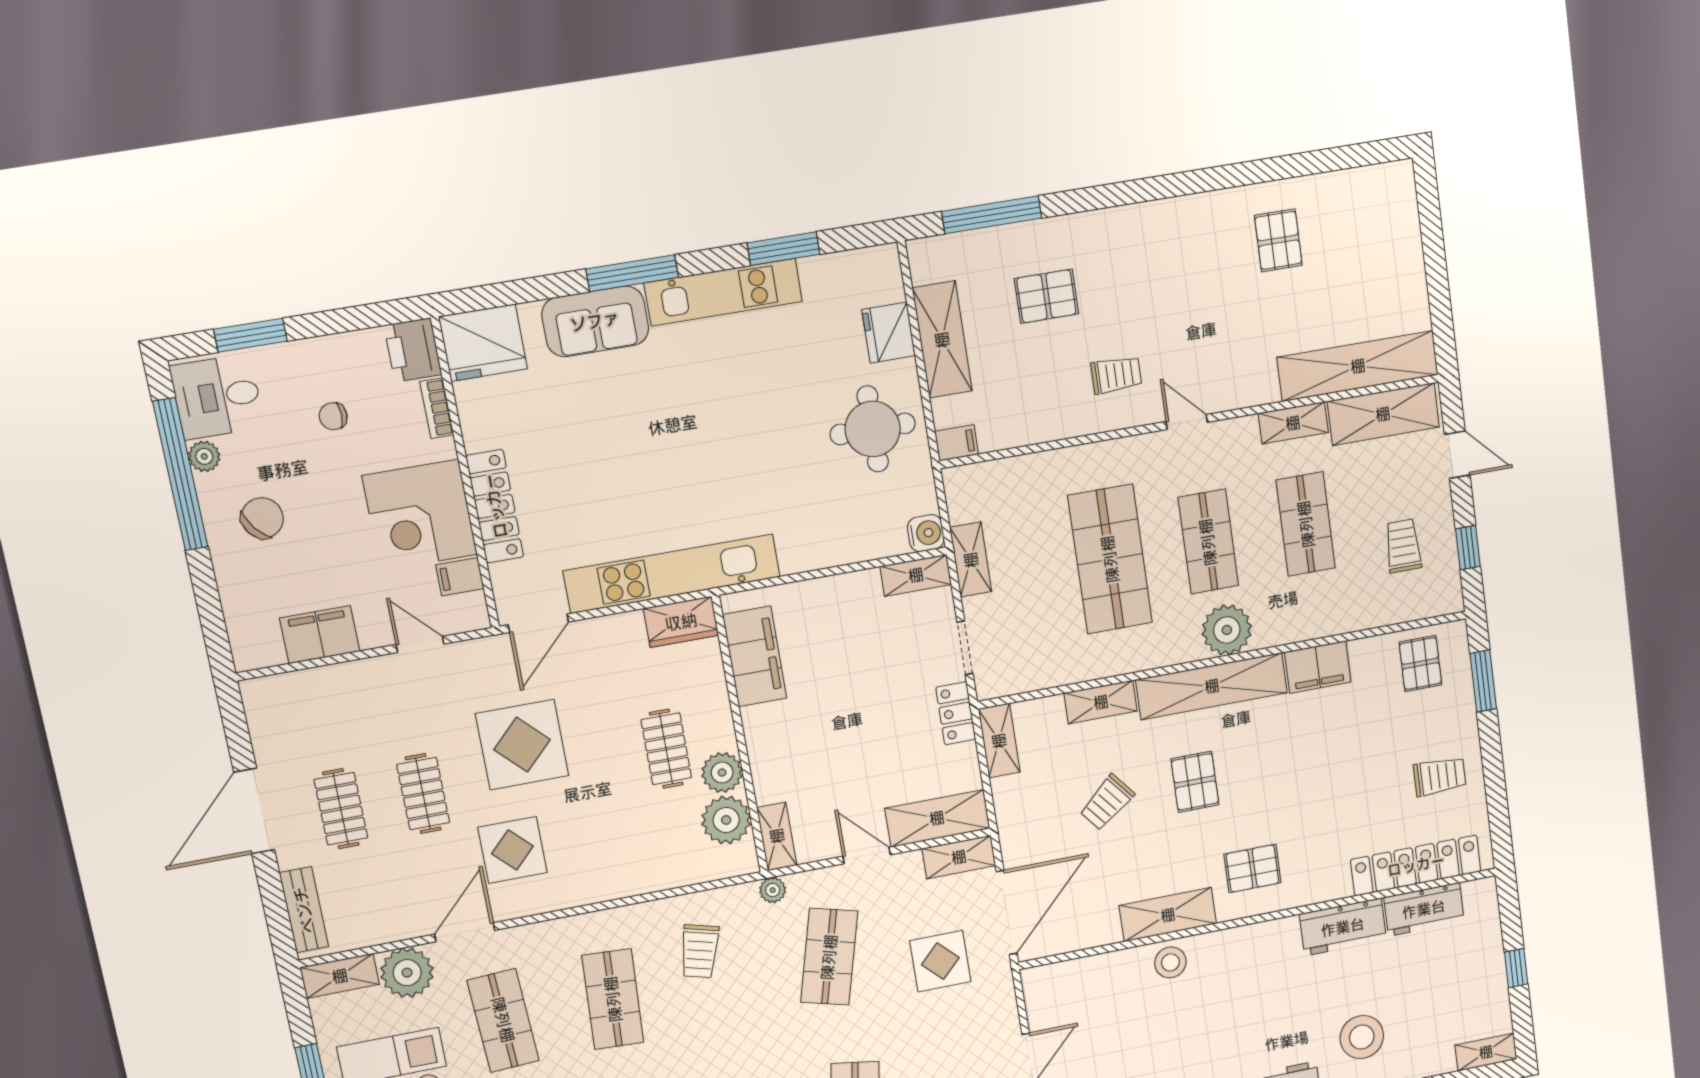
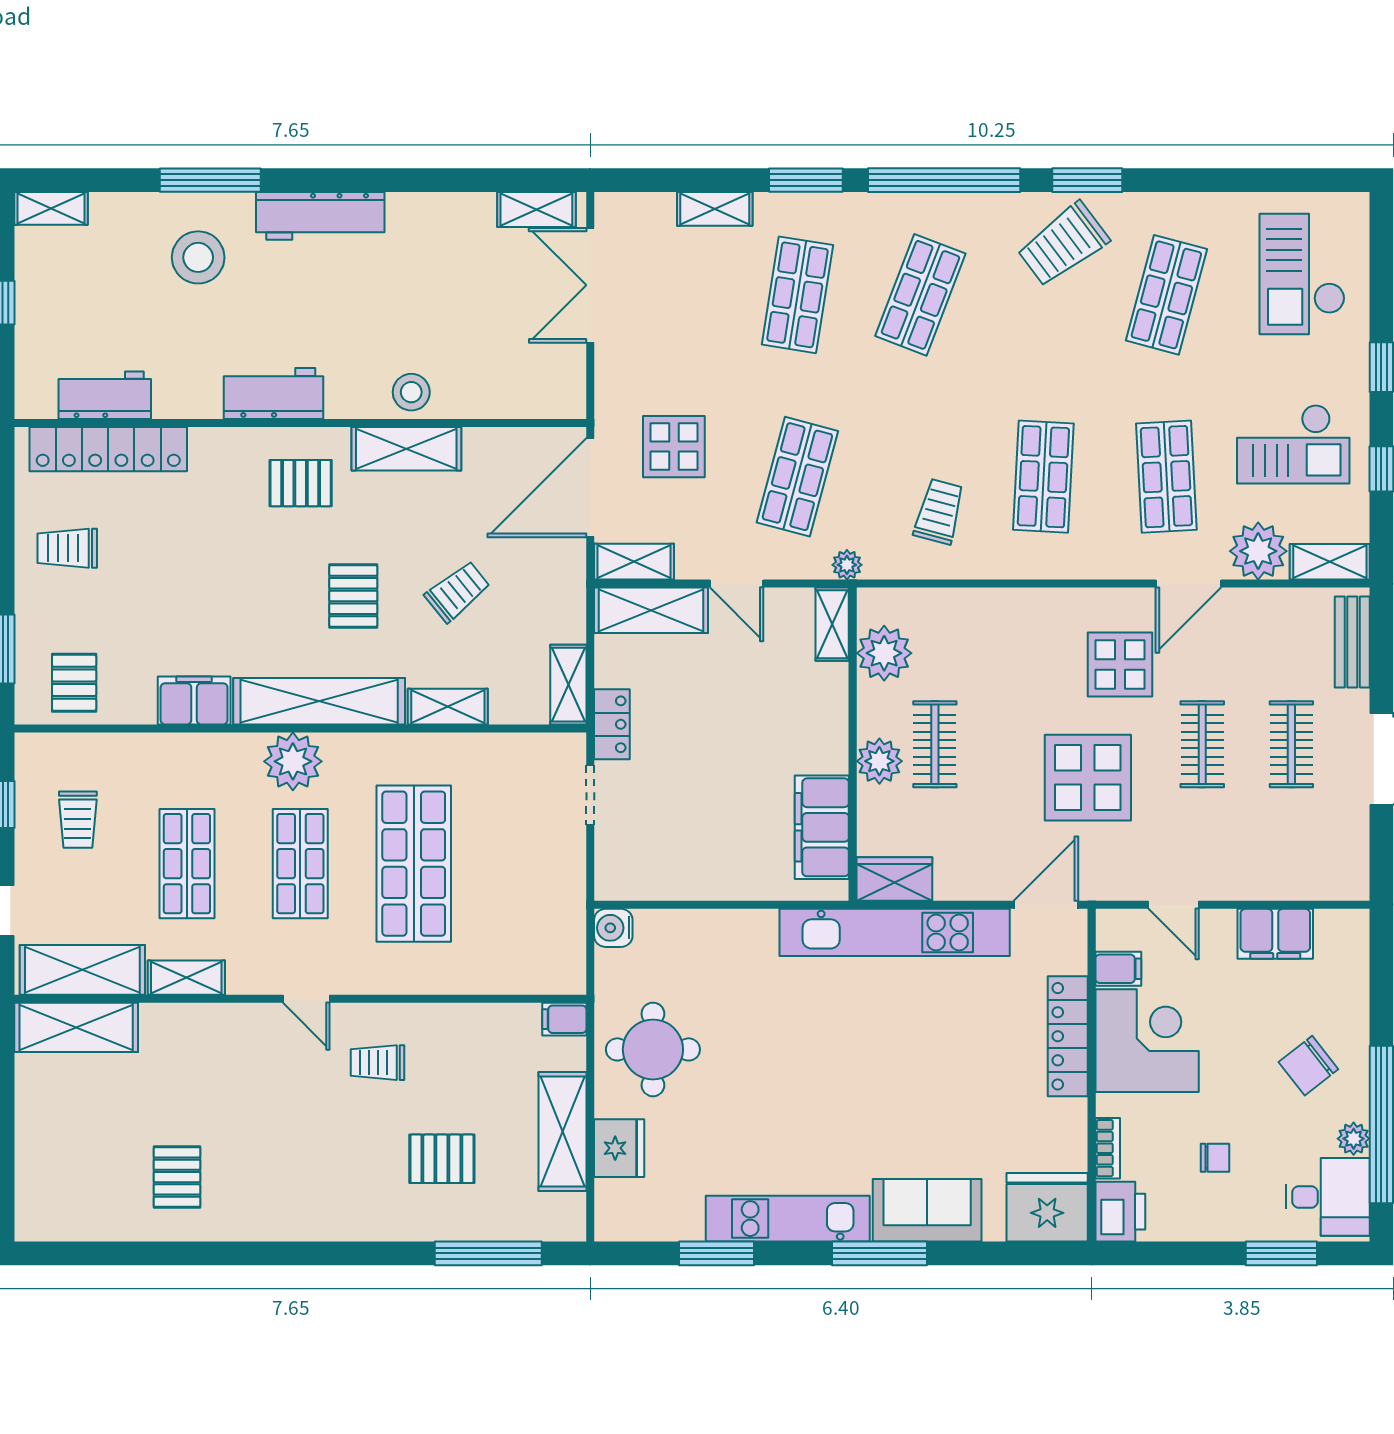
shelving: (1358, 366) -> (76, 1027), width x0.68
shelving: (971, 560) -> (569, 891), removed
shelving: (916, 575) -> (632, 884), removed
plant: (722, 773) -> (879, 761), moved
workbench: (1343, 927) -> (274, 393), moved

